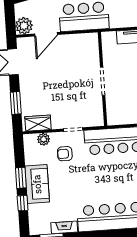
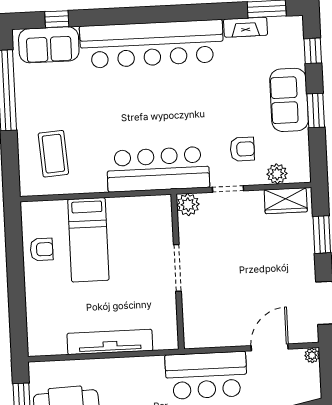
plant: (24, 26) -> (312, 355), width x0.53, depth x0.53
plant: (97, 120) -> (188, 205), added
window: (23, 203) -> (313, 51), moved

